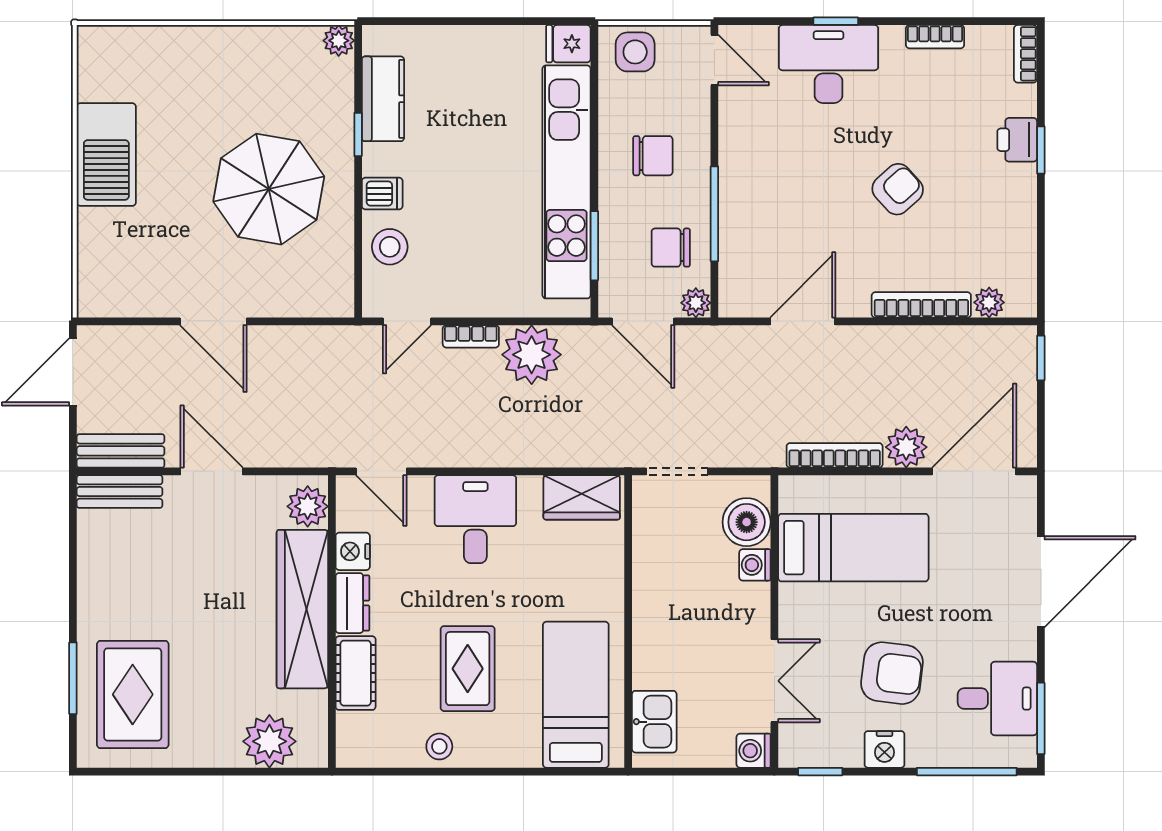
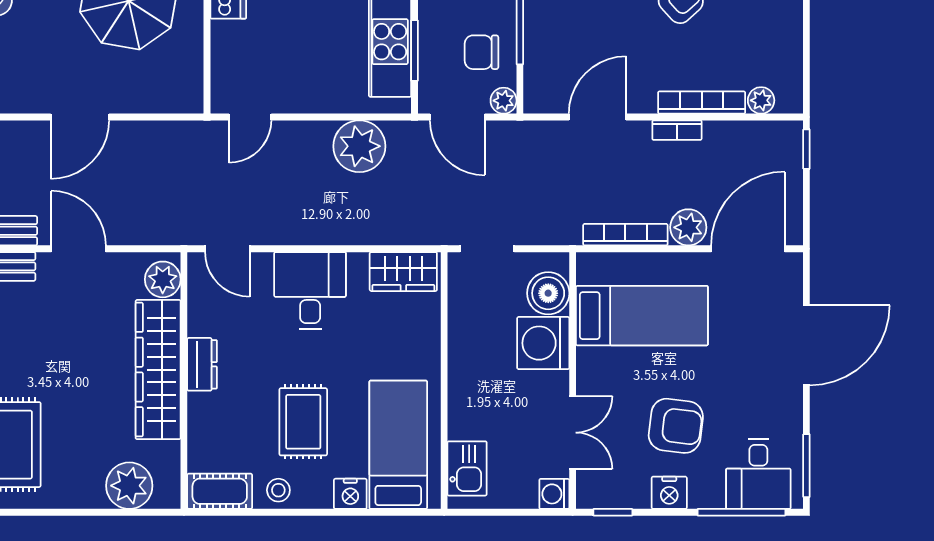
stool: (390, 247) -> (235, 52), removed
door: (213, 321) -> (80, 117), hinge flipped
bookcase: (471, 336) -> (677, 130), moved
nightstand: (353, 551) -> (350, 494), moved, turned -90
washing machine: (755, 565) -> (543, 343), width x1.89, depth x1.89
cot: (356, 673) -> (220, 491), moved, turned 90
desk: (997, 699) -> (758, 474), moved, turned 90

